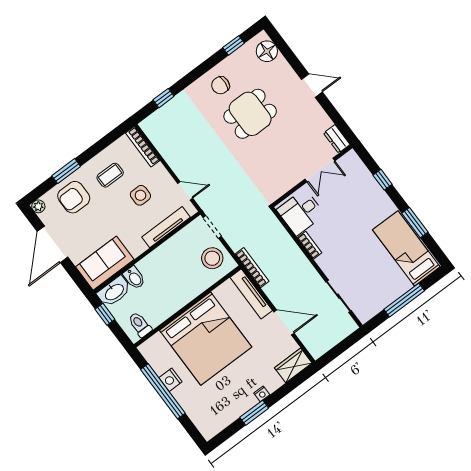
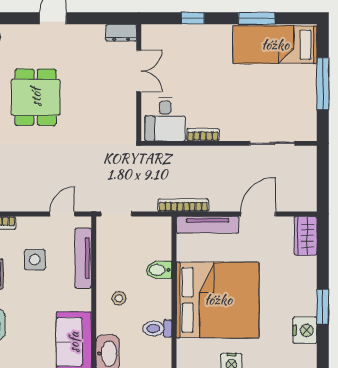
stool: (212, 258) -> (119, 298), moved, width x0.53, depth x0.53
bidet: (134, 278) -> (159, 270), moved, turned 180
toilet: (140, 325) -> (157, 328), moved
nightstand: (262, 394) -> (305, 330), moved, width x1.89, depth x1.79

